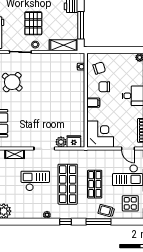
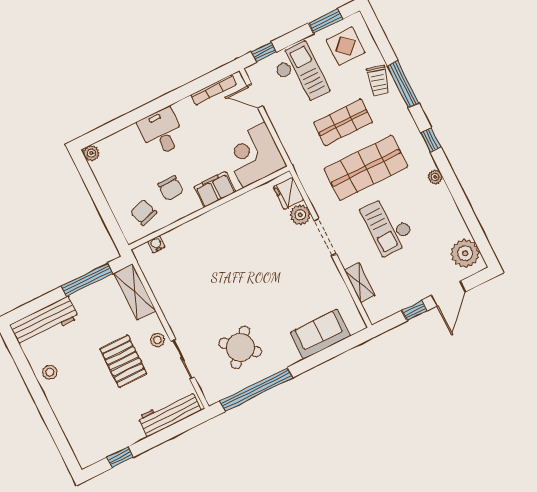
pallet: (33, 23) -> (123, 361), turned 90
filing cabinet: (93, 103) -> (215, 189), width x2.00
door: (128, 148) -> (255, 96), swing flipped

